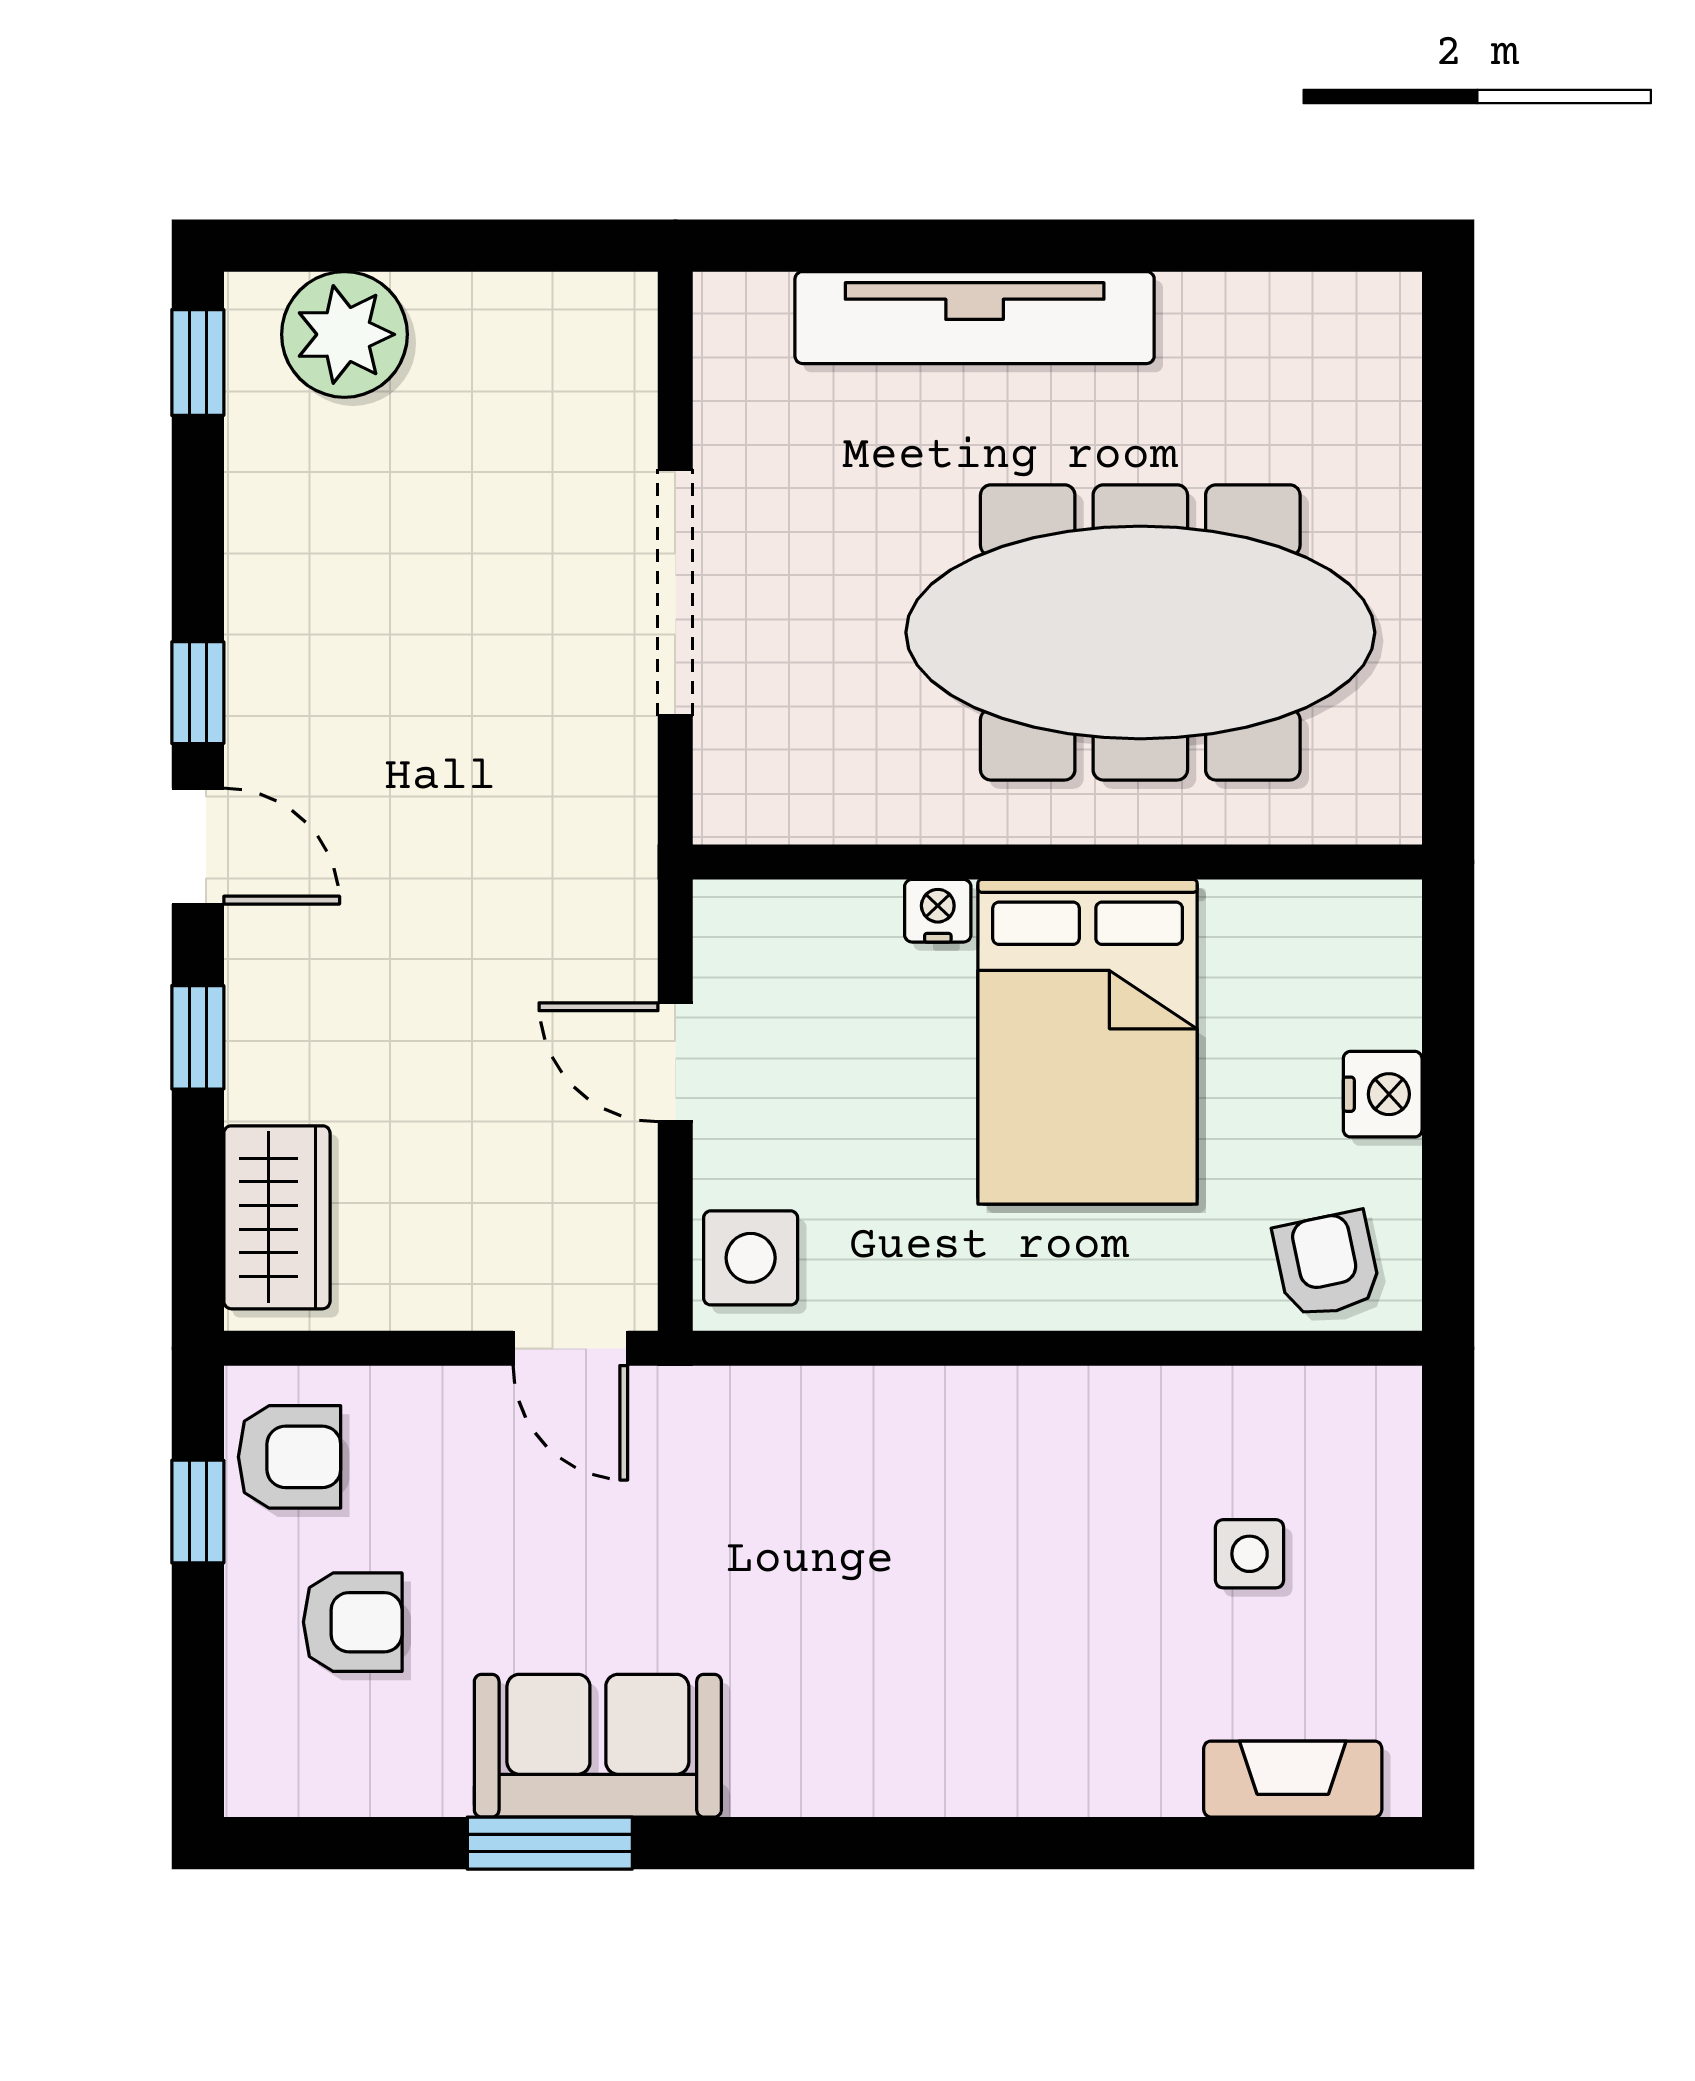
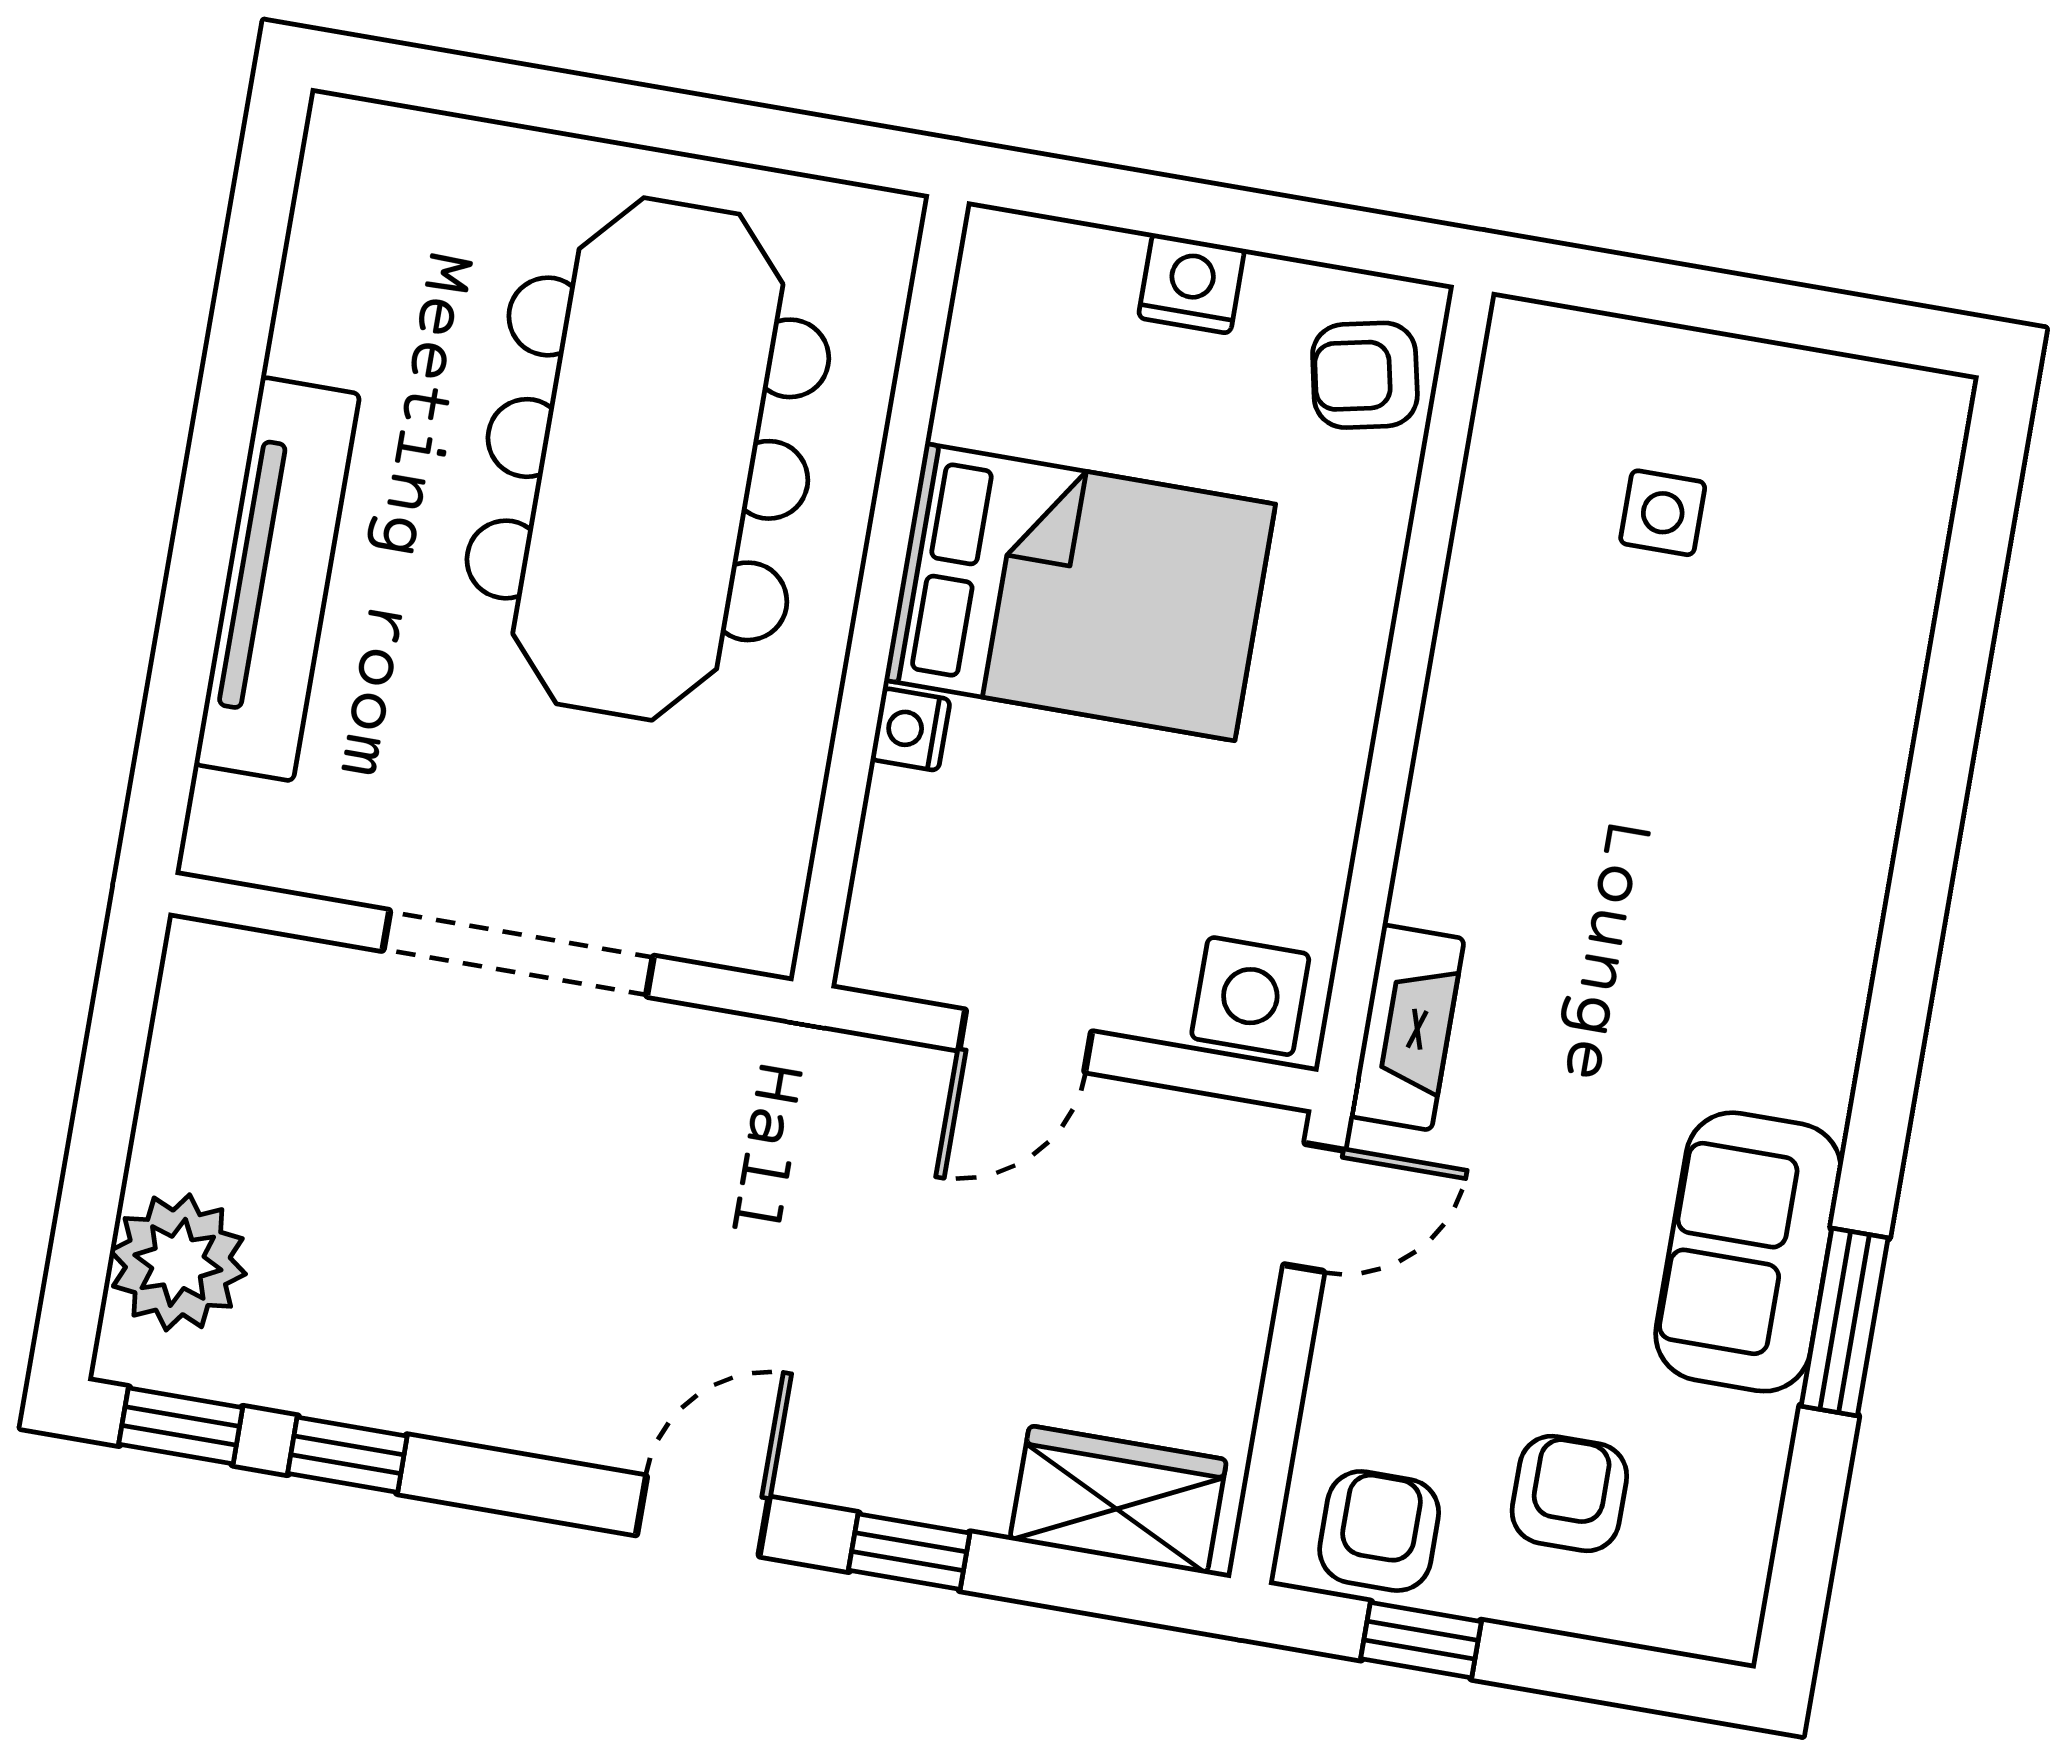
window: (198, 693) -> (347, 1455), moved
fireplace: (1293, 1779) -> (1407, 1027), moved, turned 180

